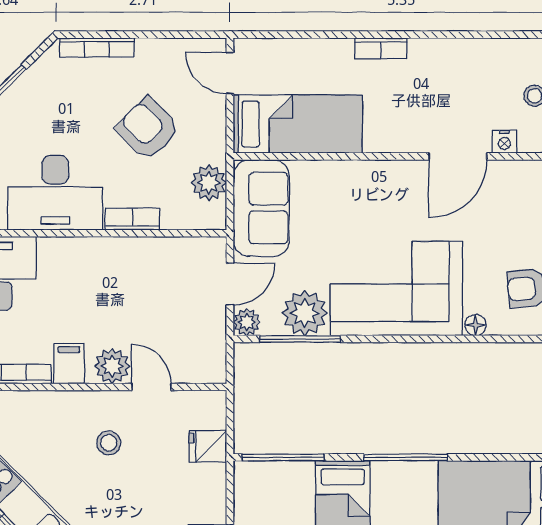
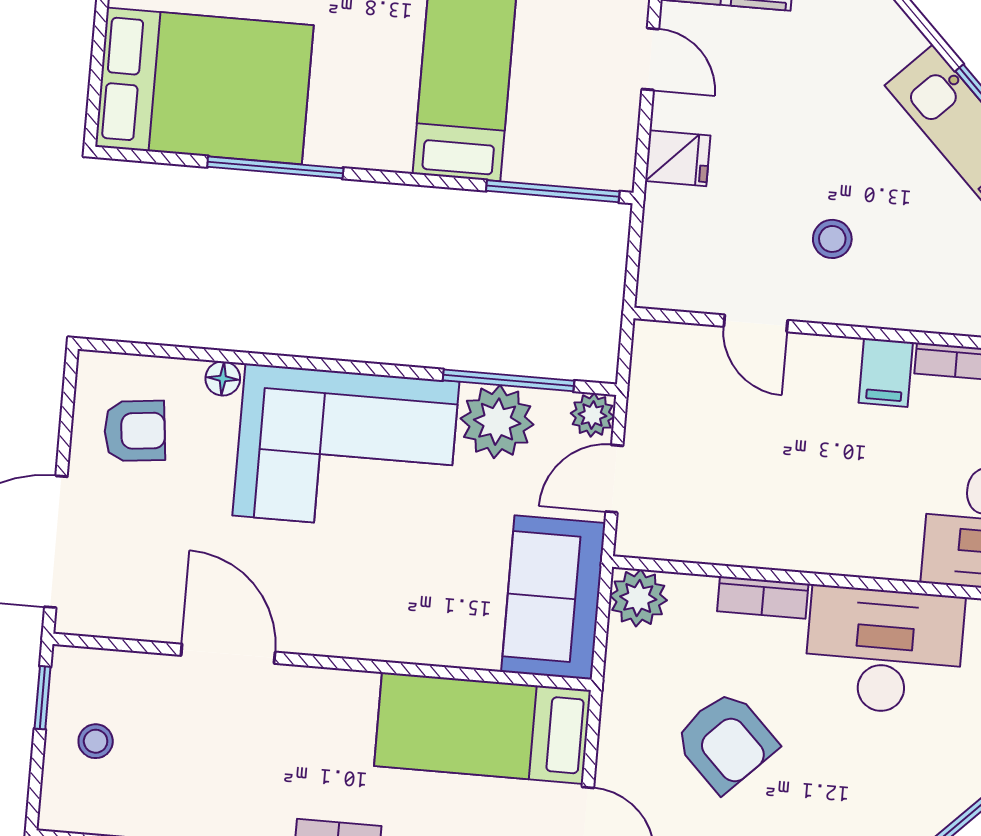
nightstand: (504, 142) -> (151, 671), removed
door: (458, 156) -> (228, 654), hinge flipped
plant: (209, 183) -> (638, 598), moved
plant: (112, 366) -> (816, 363), removed
fridge: (208, 446) -> (678, 158), moved
window: (405, 457) -> (275, 167), moved

